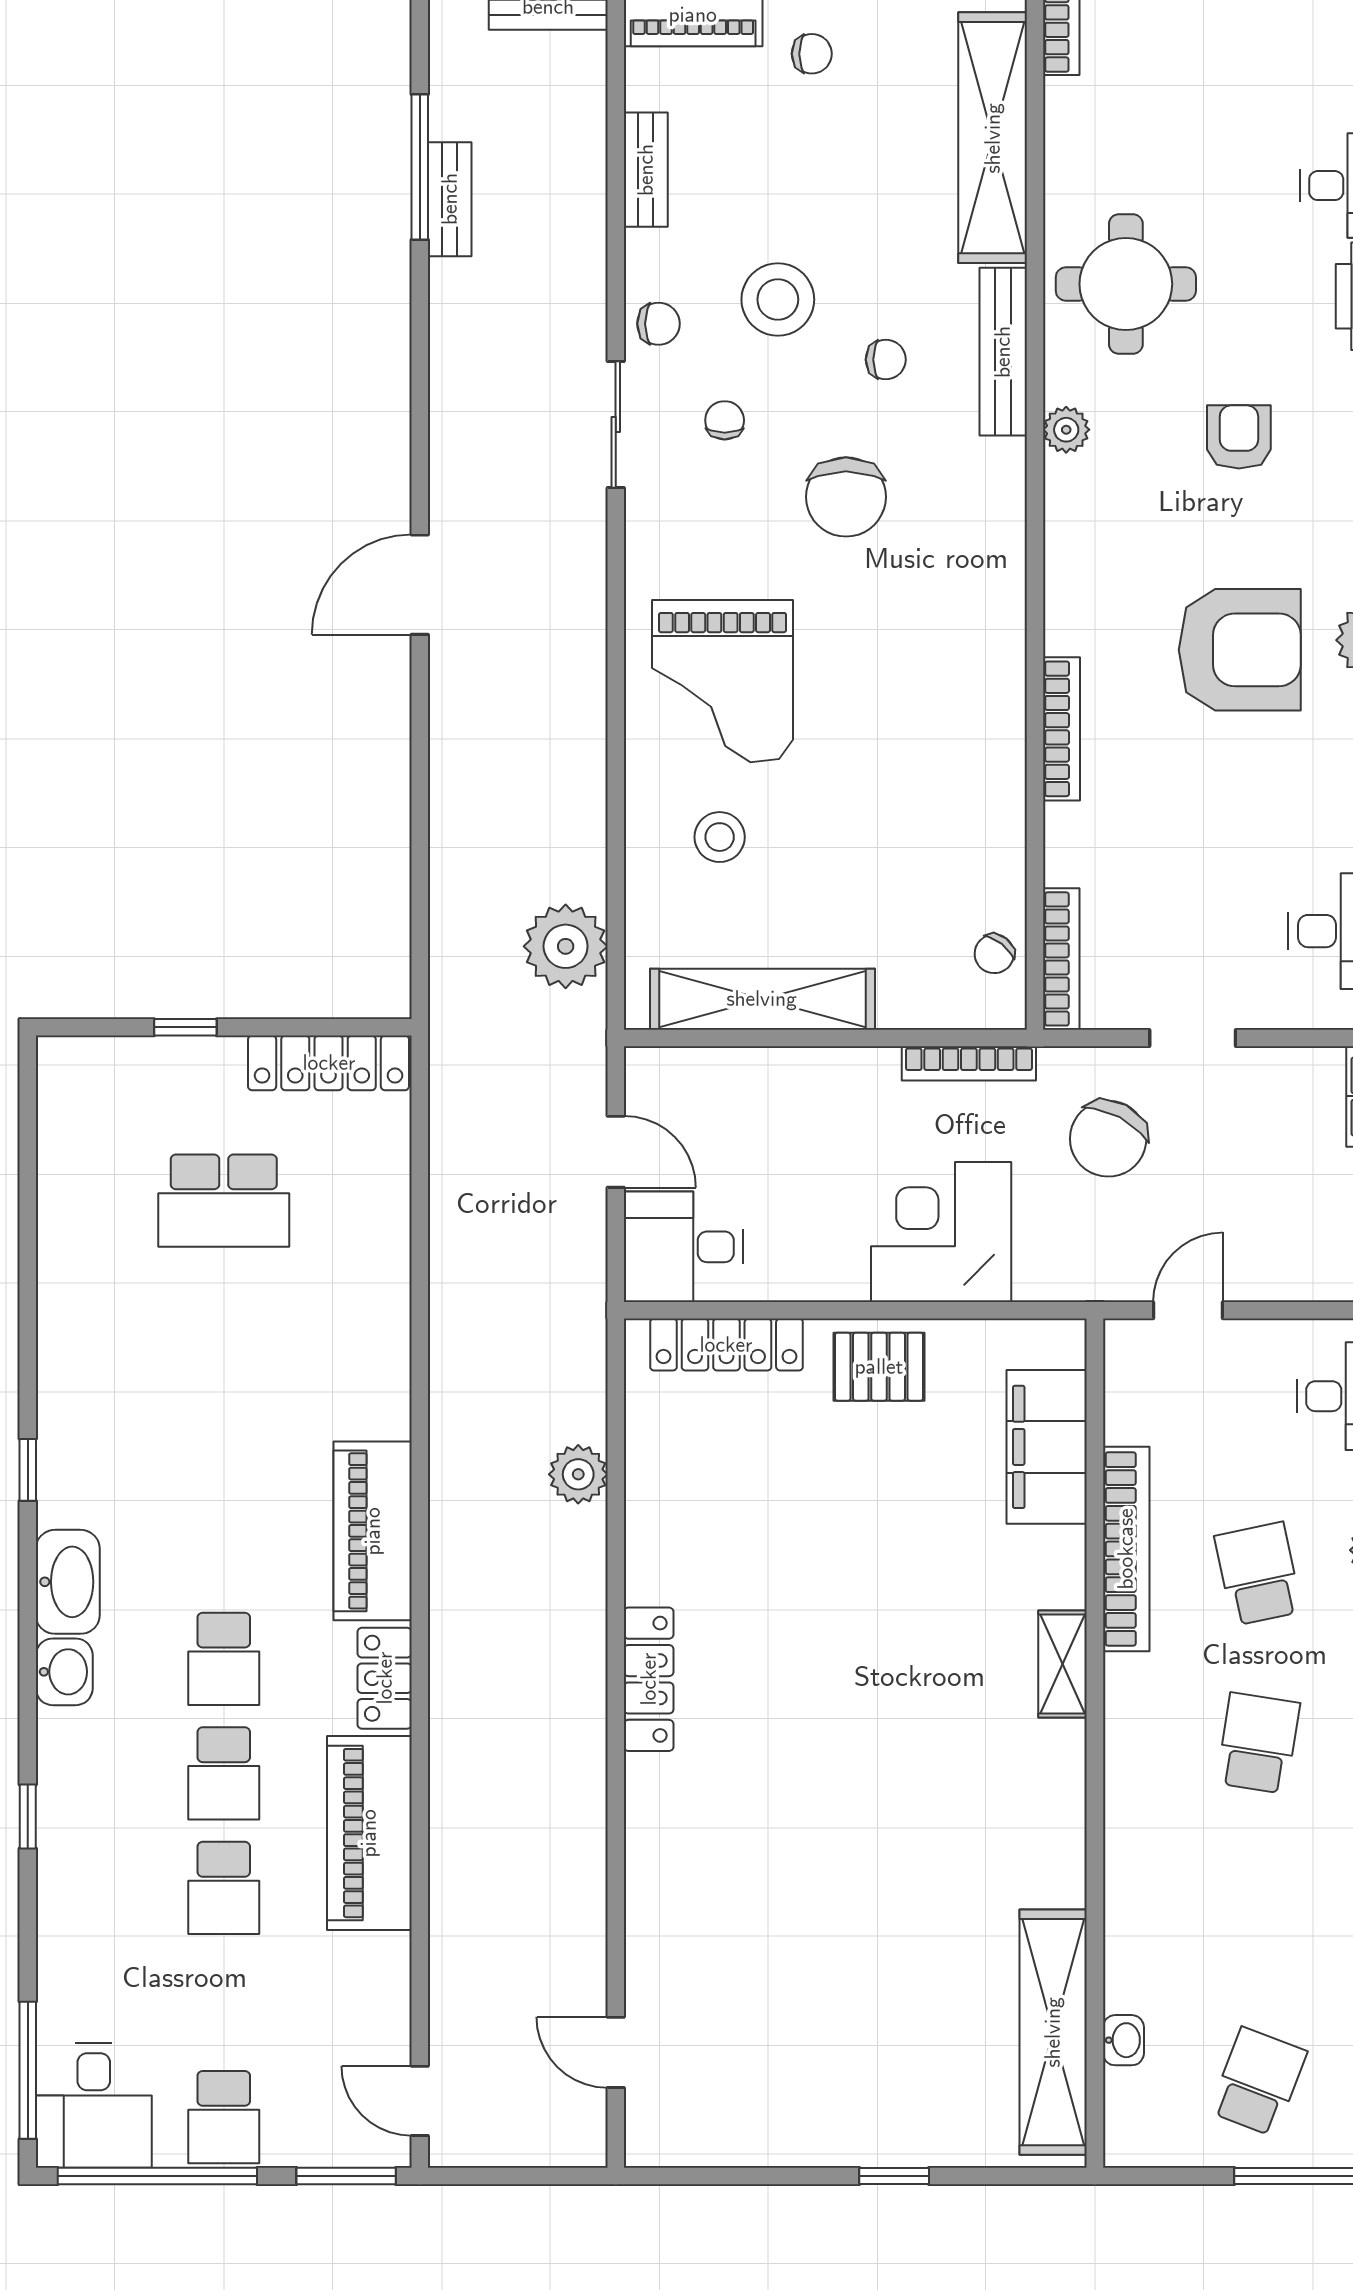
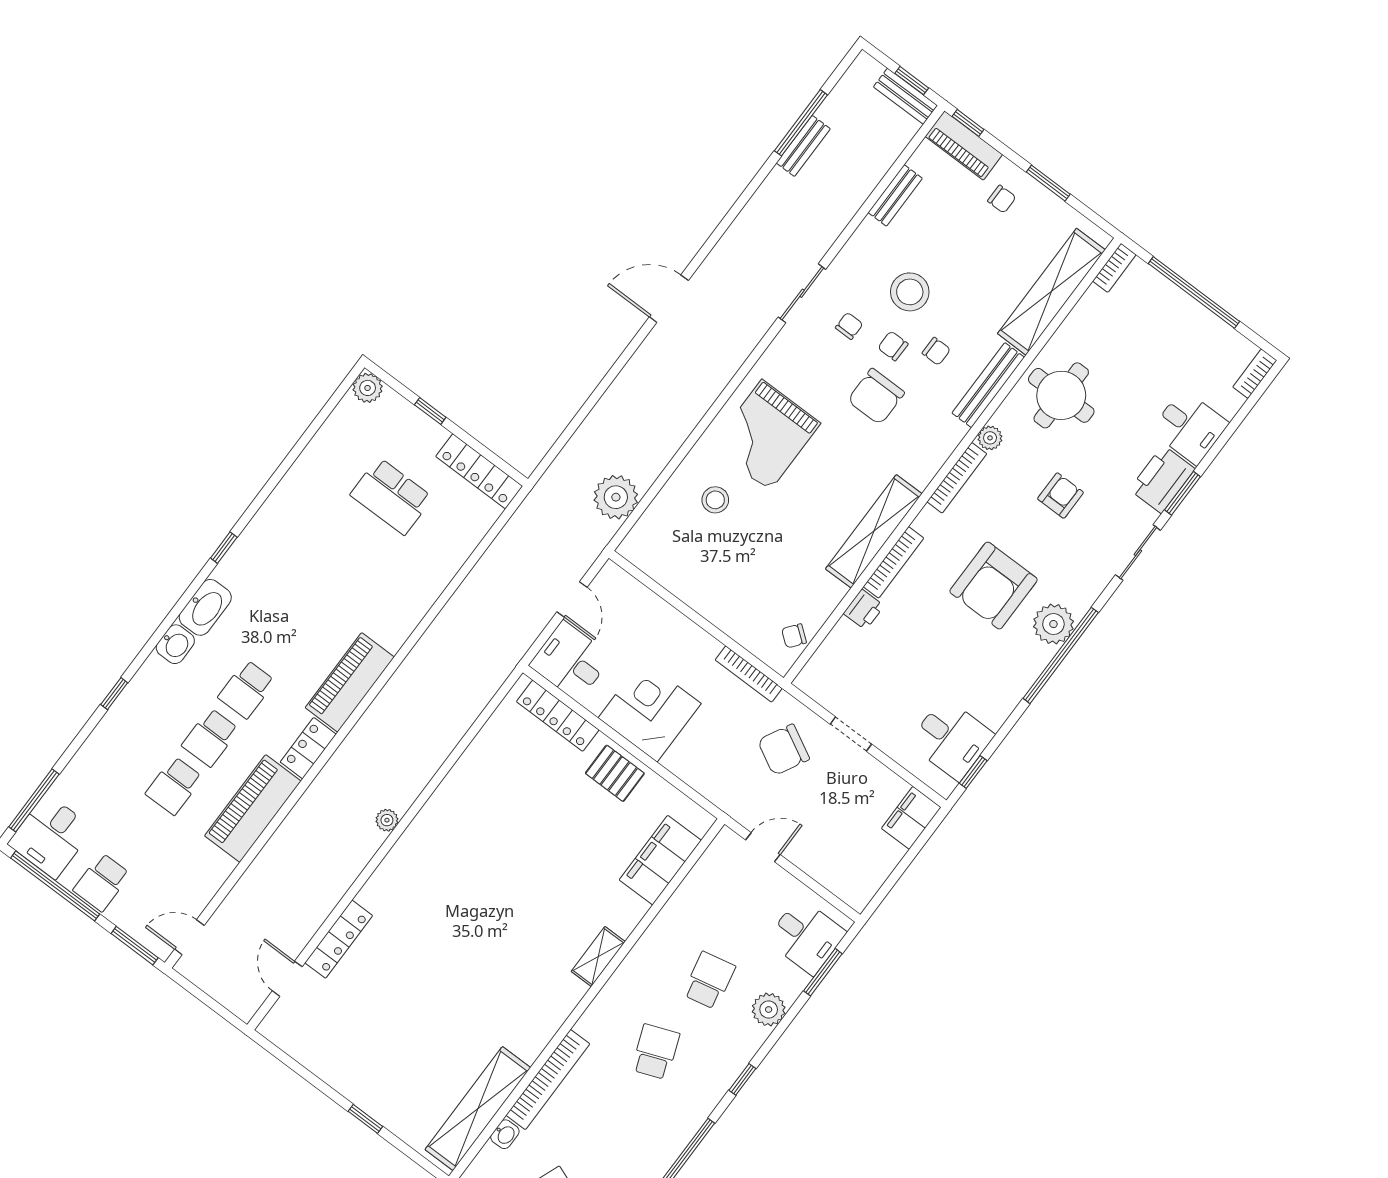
chair: (658, 324) -> (893, 346), moved, turned 180
armchair: (1240, 650) -> (994, 586), turned 90
printer: (1070, 835) -> (864, 610), added
bookcase: (1061, 959) -> (957, 478), moved
shelving: (762, 999) -> (874, 531), moved, turned 90
plant: (64, 1063) -> (368, 388), added
corner desk: (941, 1232) -> (650, 711), moved
plant: (578, 1474) -> (387, 820), moved, width x0.73, depth x0.73
bookcase: (1126, 1549) -> (548, 1080), moved
locker: (649, 1679) -> (339, 939), moved
school desk: (1258, 1743) -> (656, 1052), turned -30
door: (420, 2101) -> (189, 937), hinge flipped

